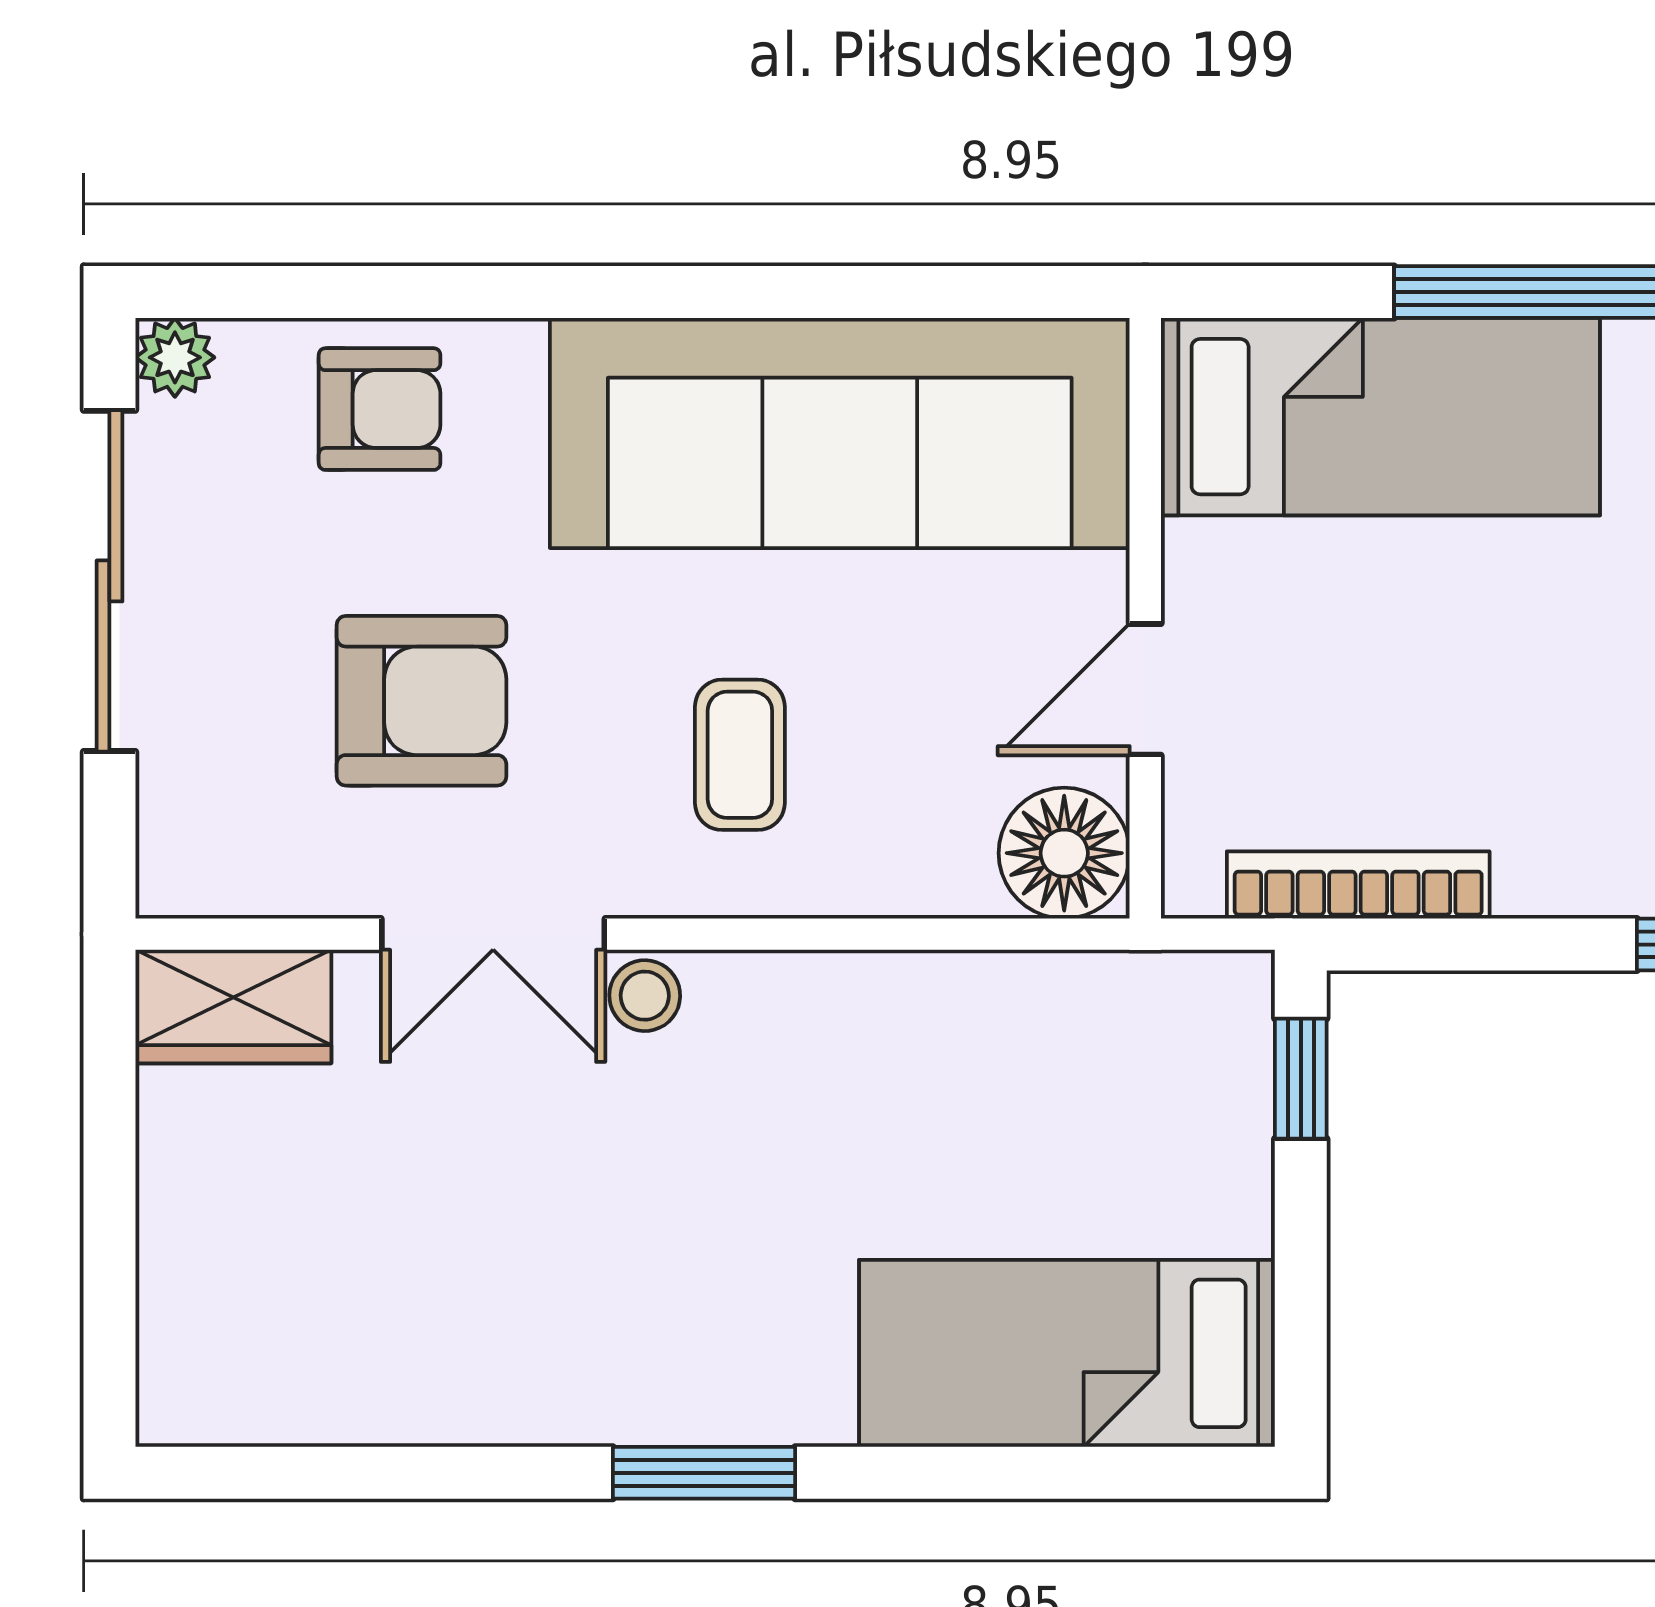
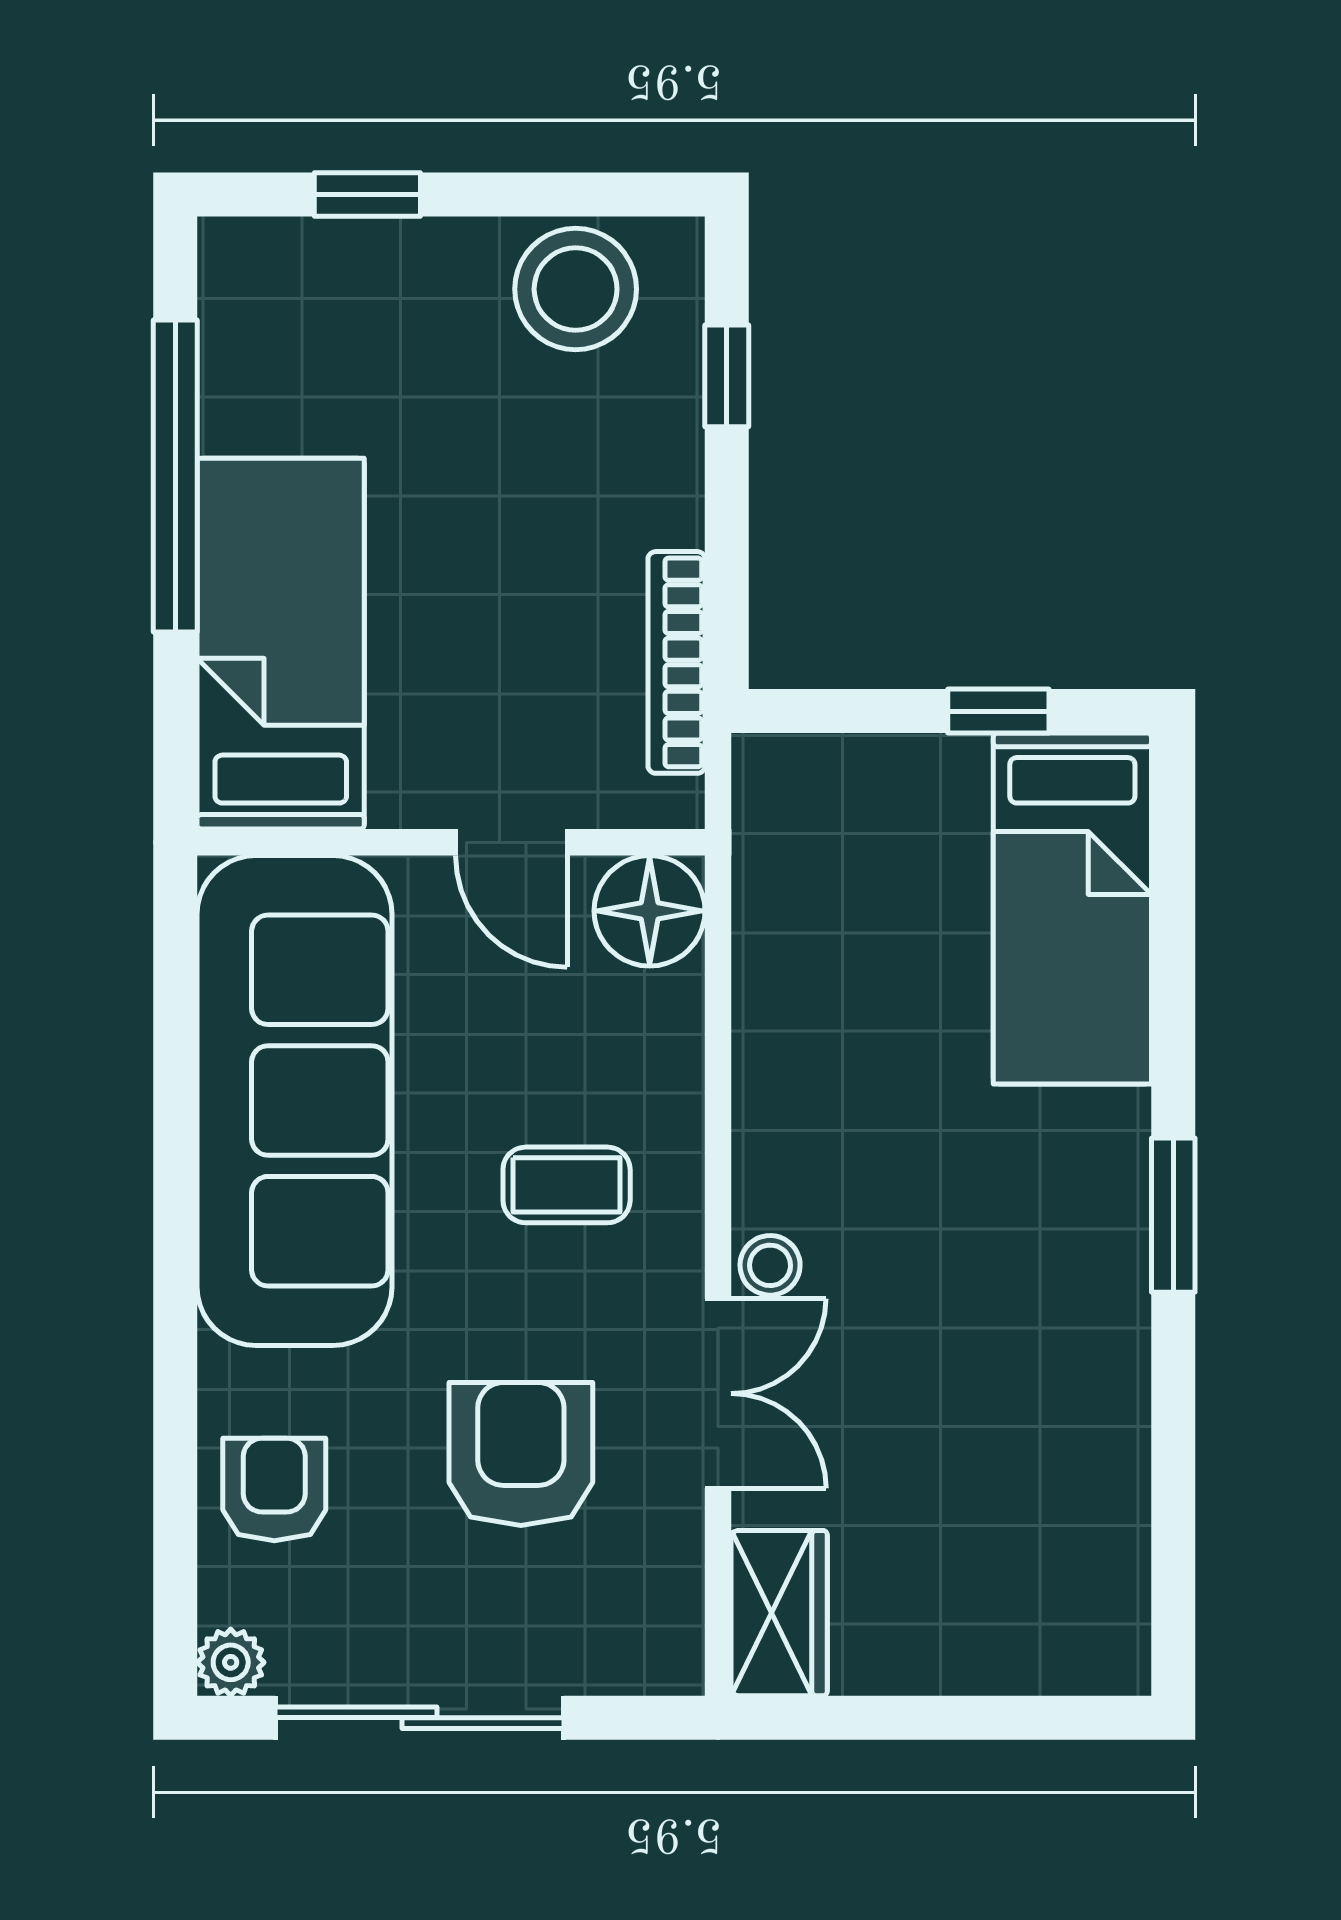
window: (1301, 1079) -> (998, 711), moved

